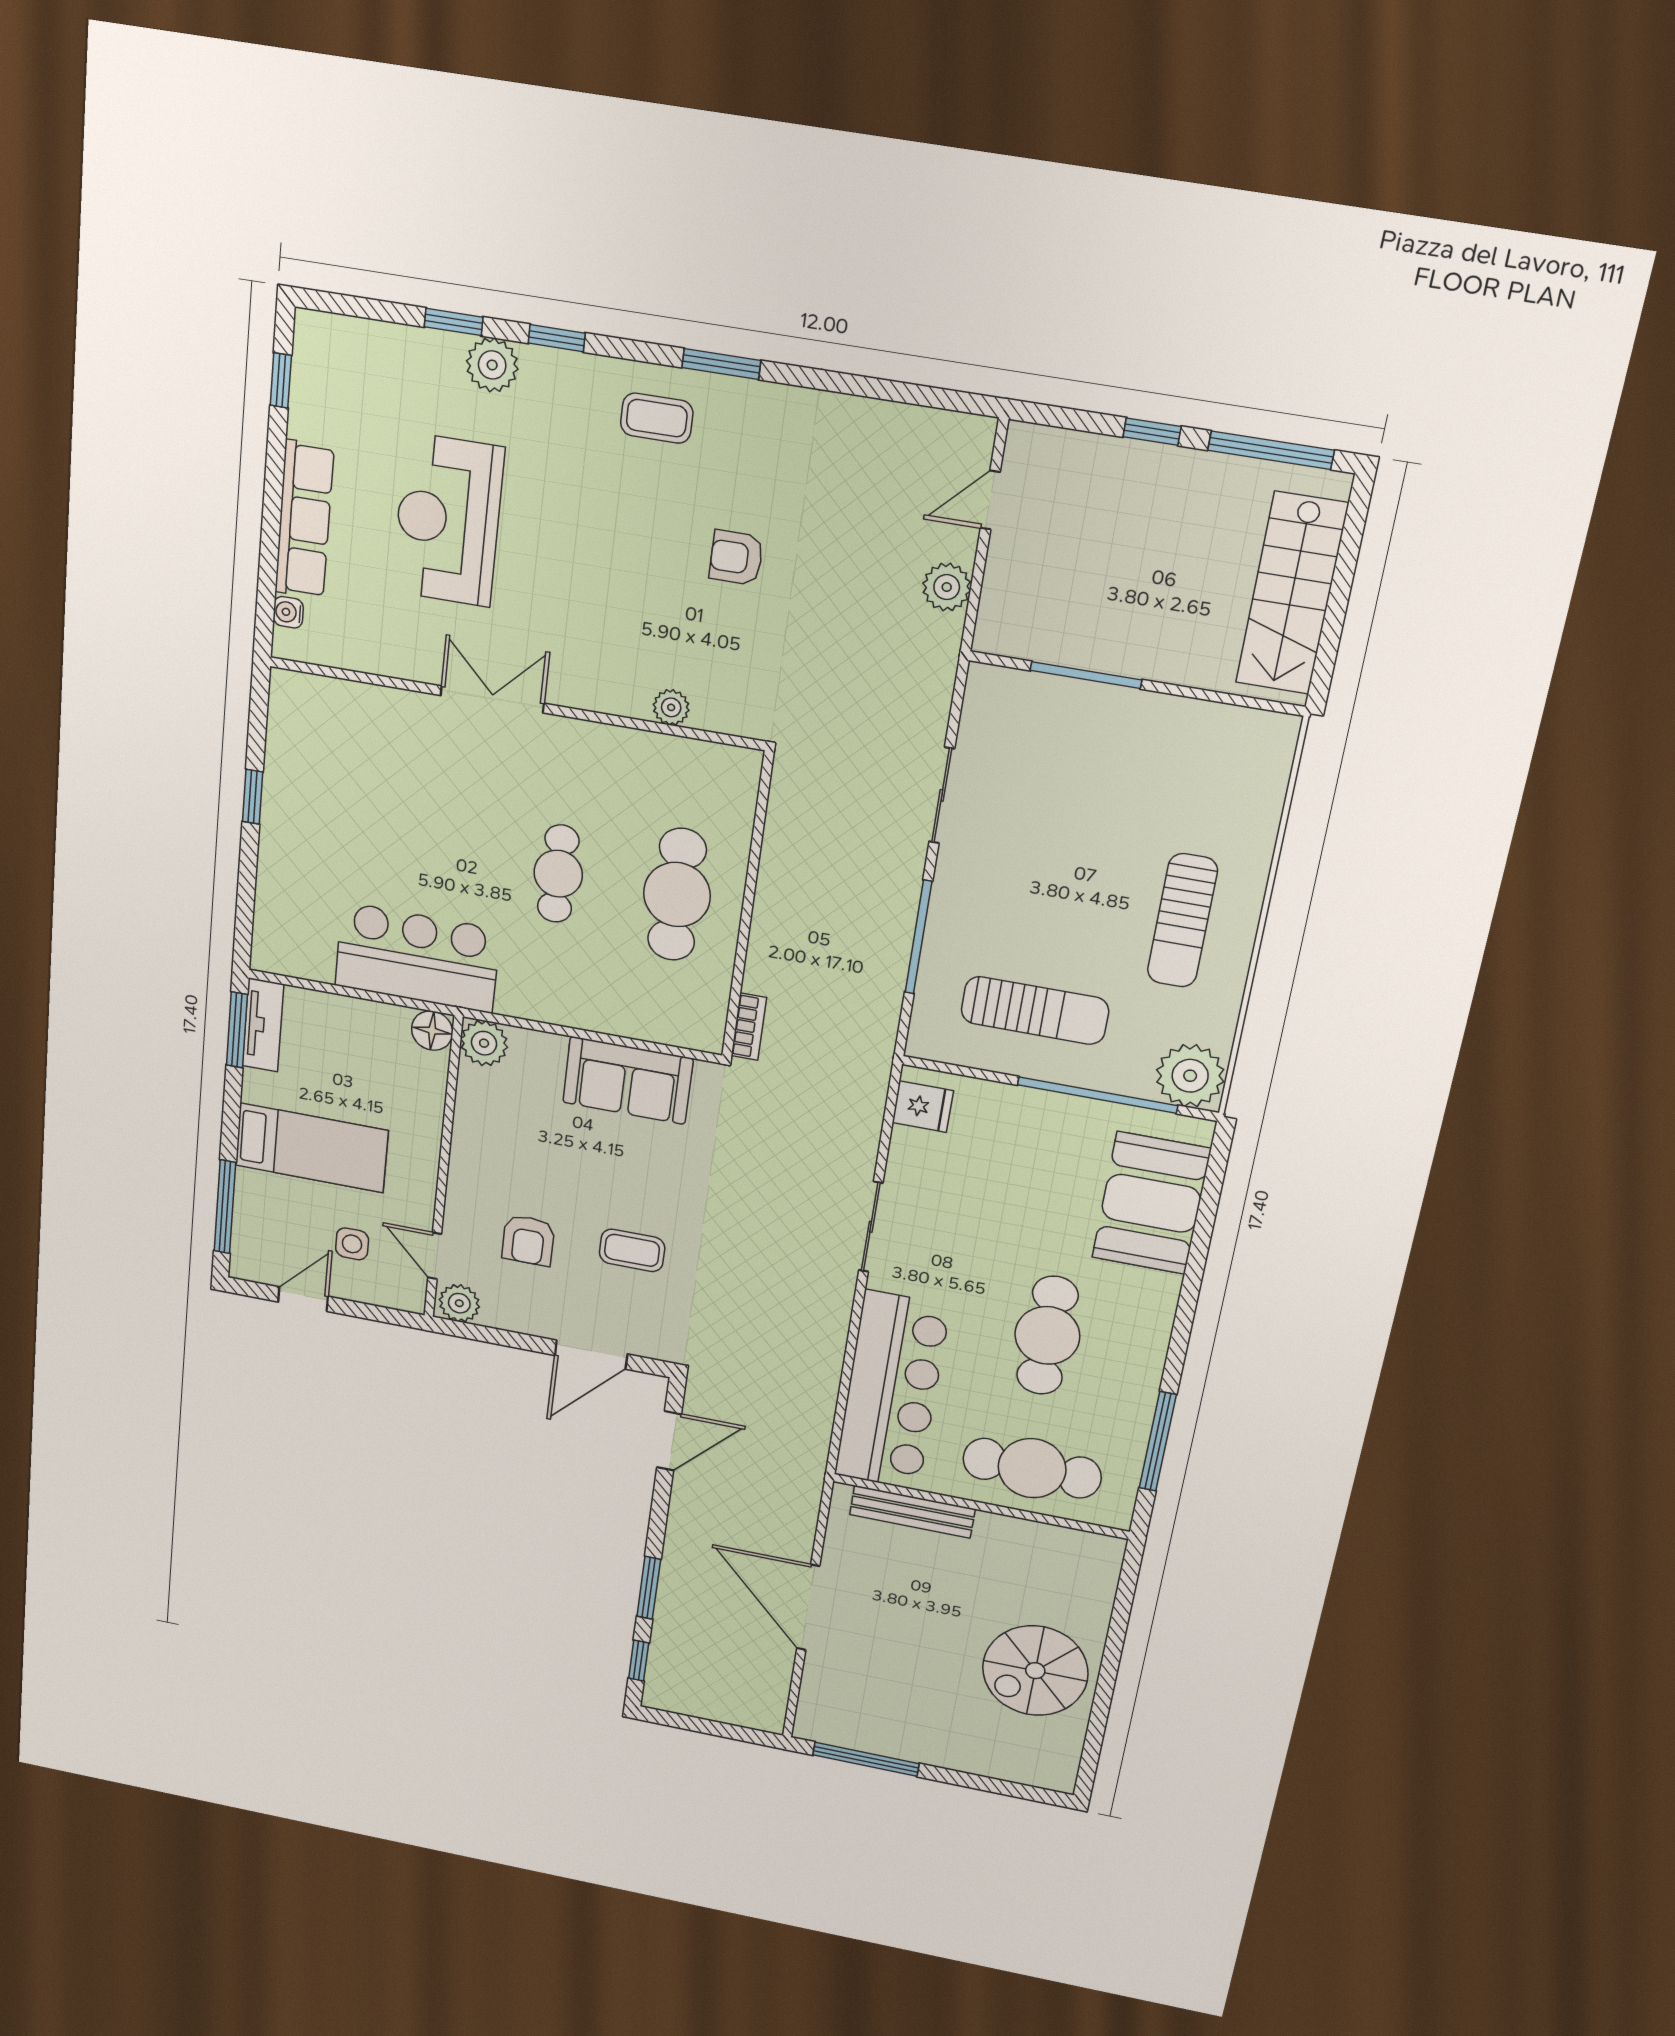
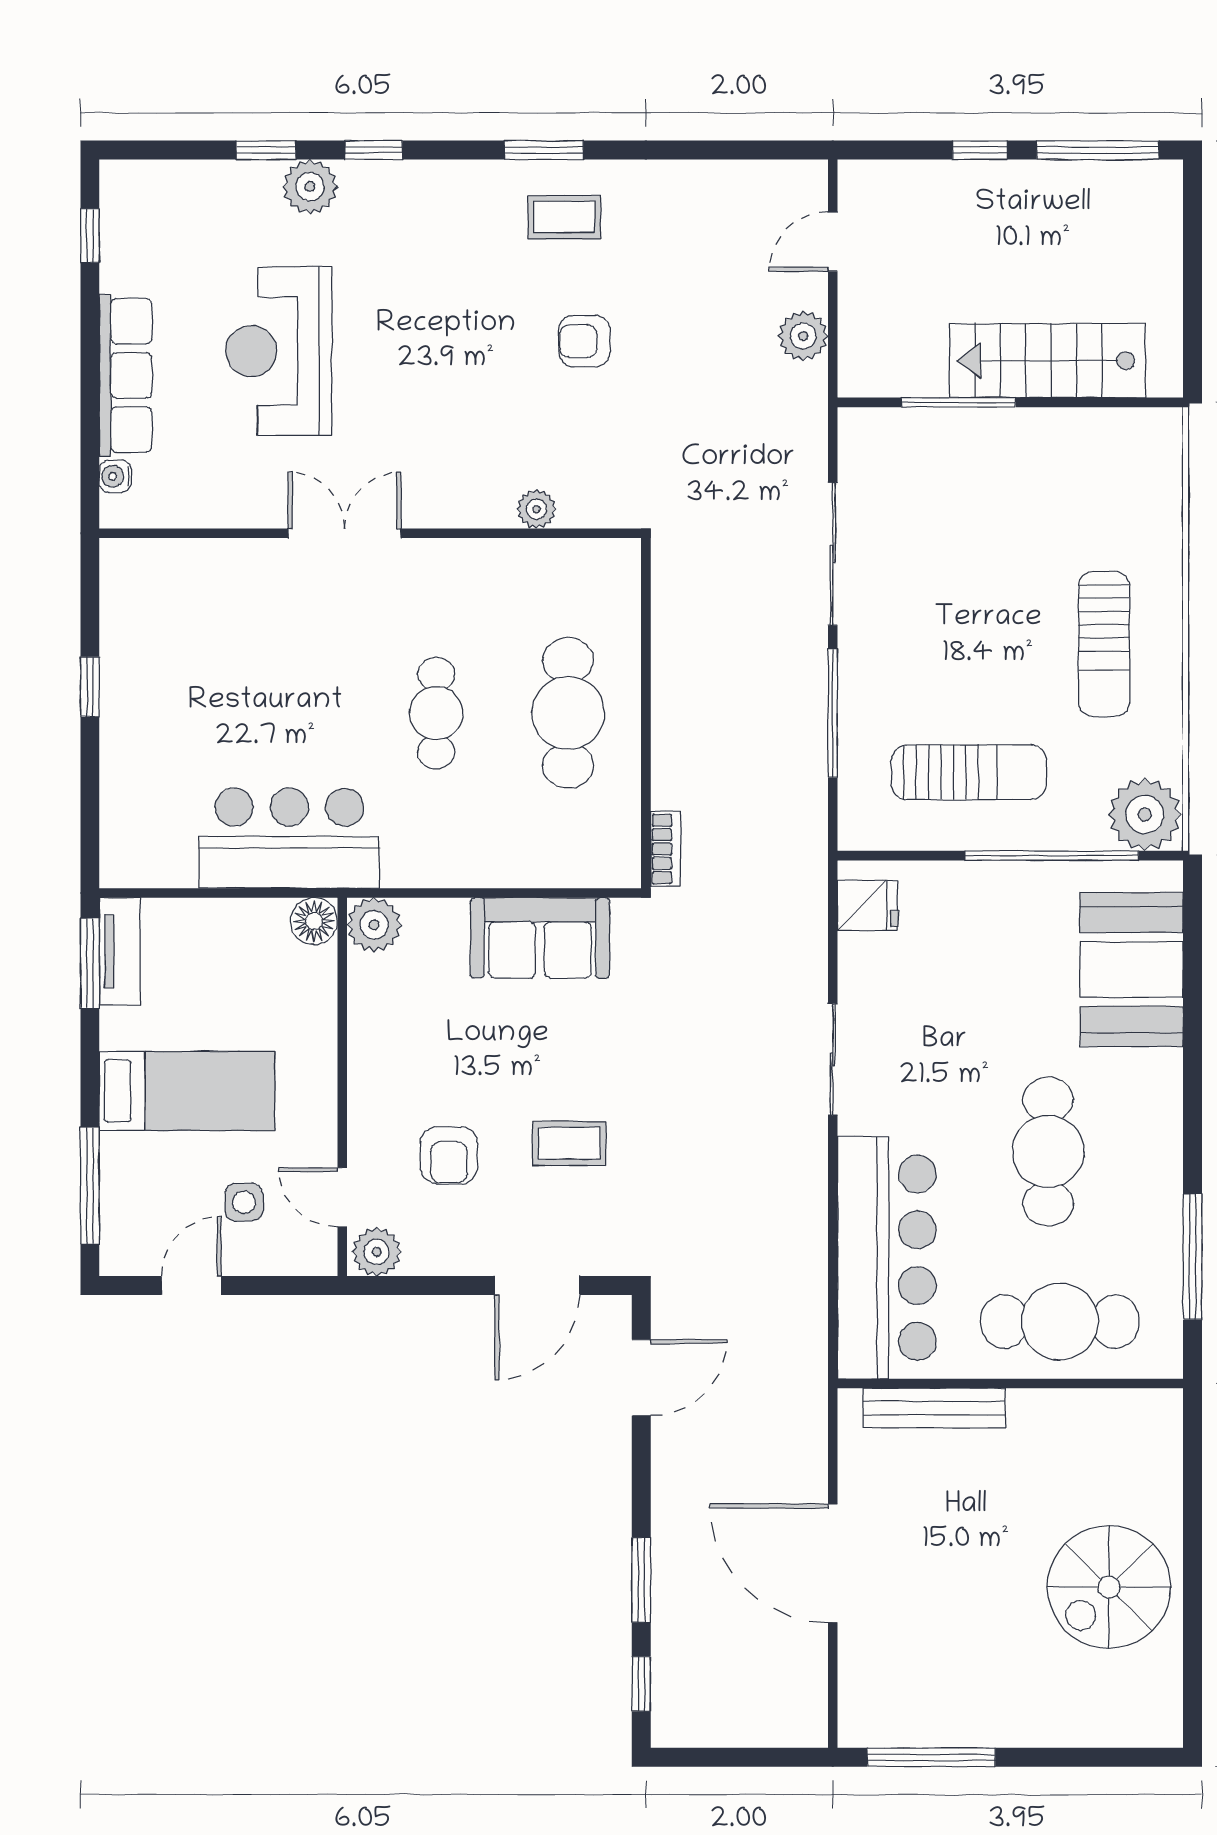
coffee table: (657, 418) -> (564, 217), moved
stairs: (1292, 594) -> (1047, 361), moved, turned 90
sliding door: (942, 795) -> (833, 554), width x1.37

